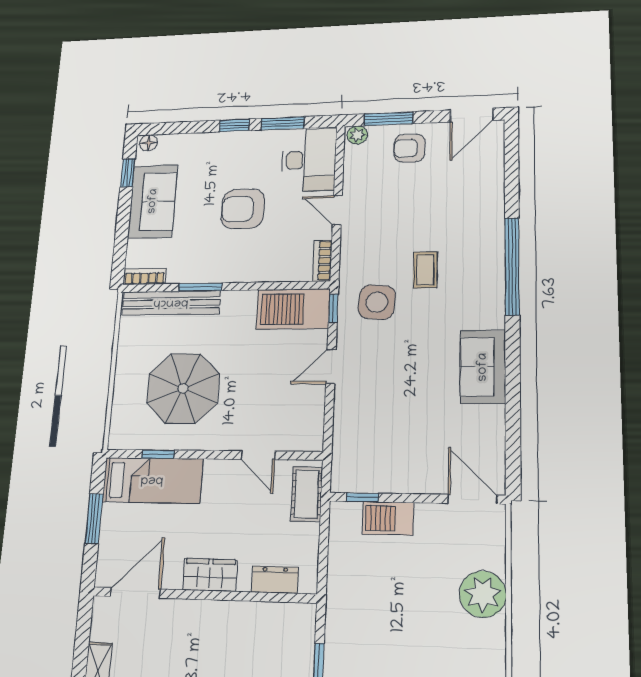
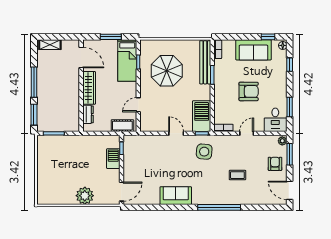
window: (234, 125) -> (290, 65), moved
desk: (309, 160) -> (275, 120), width x0.73
armchair: (243, 209) -> (249, 91), turned 90
coffee table: (425, 270) -> (237, 175), moved
wardrobe: (210, 575) -> (89, 88), width x1.50

